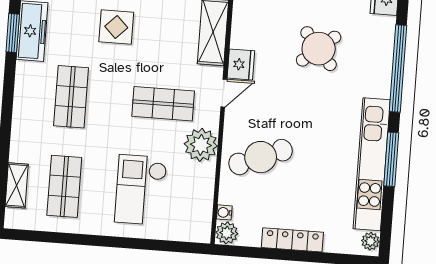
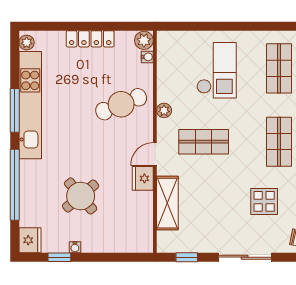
display table: (116, 27) -> (264, 201), moved
plant: (201, 145) -> (164, 110), width x0.53, depth x0.53

